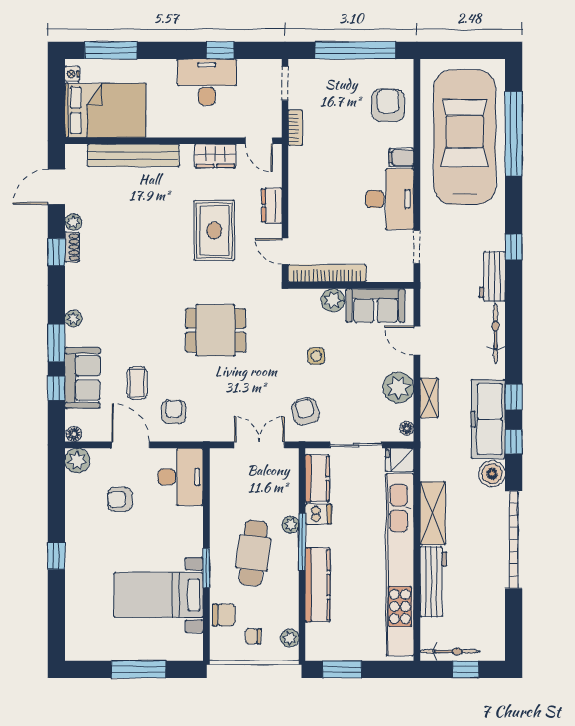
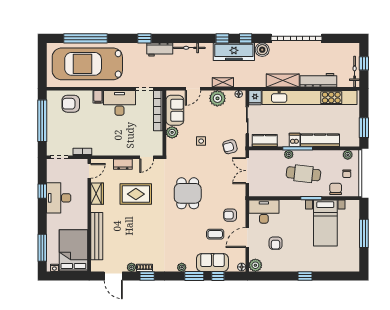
bookcase: (327, 273) -> (158, 111), moved
dishwasher: (318, 514) -> (295, 140), moved

